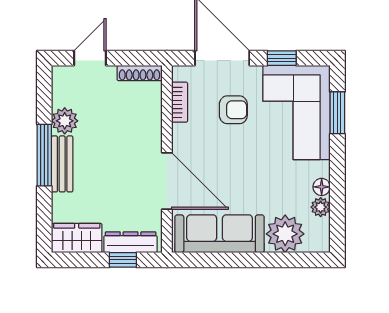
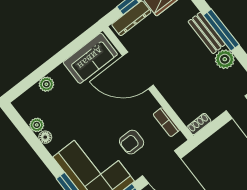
shoe rack: (140, 73) -> (199, 124), width x0.70
sofa: (220, 234) -> (90, 58), width x0.73
plant: (285, 234) -> (46, 84), width x0.53, depth x0.53

